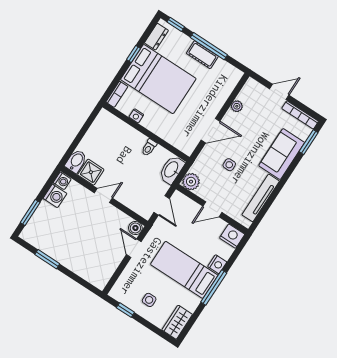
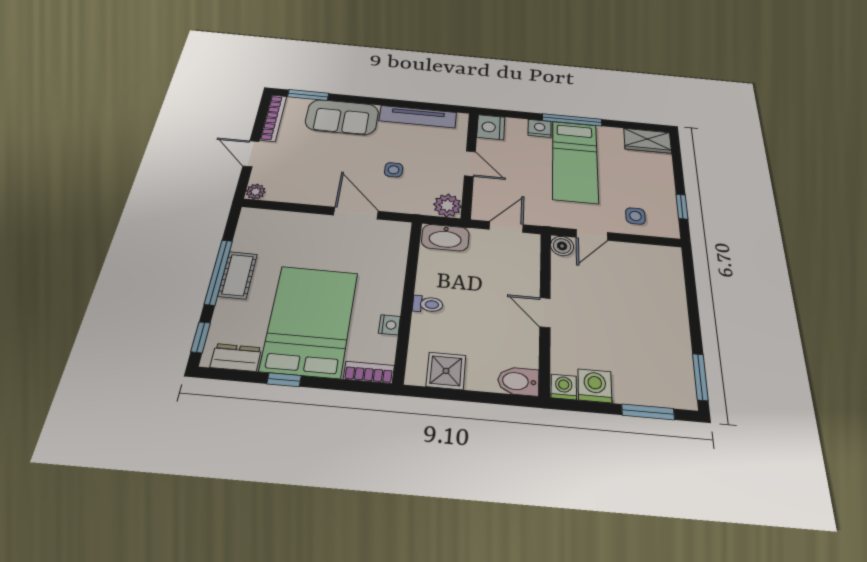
plant: (237, 106) -> (256, 192), moved
toilet: (149, 147) -> (428, 304), moved
shower: (91, 172) -> (446, 371), moved
window: (47, 259) -> (700, 377), moved
side table: (149, 300) -> (635, 216), moved

